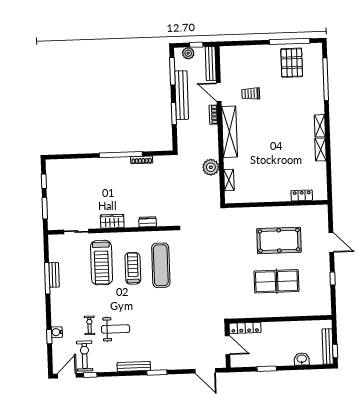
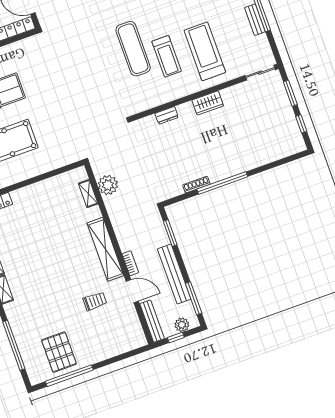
window: (174, 114) -> (170, 233), moved
plant: (211, 167) -> (108, 185), moved
sliding door: (76, 232) -> (260, 73), moved
exercise mat: (161, 265) -> (133, 49), moved

